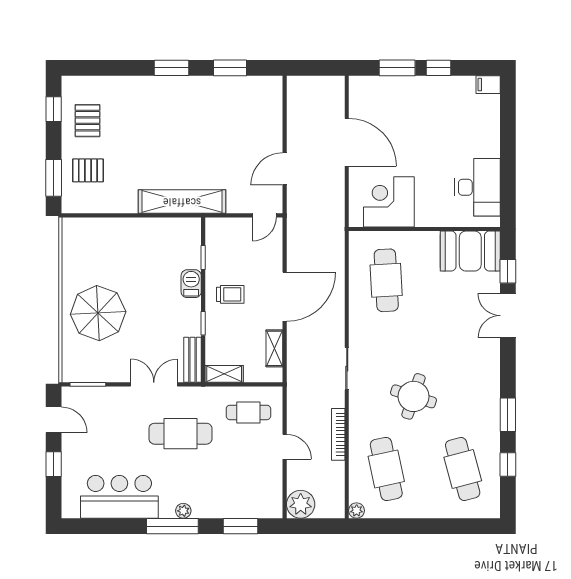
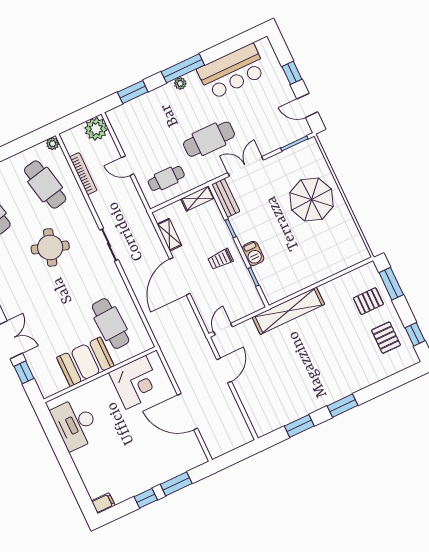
booth: (470, 251) -> (85, 362), moved
double door: (154, 384) -> (246, 166), swing flipped
bookcase: (338, 434) -> (83, 174), moved

